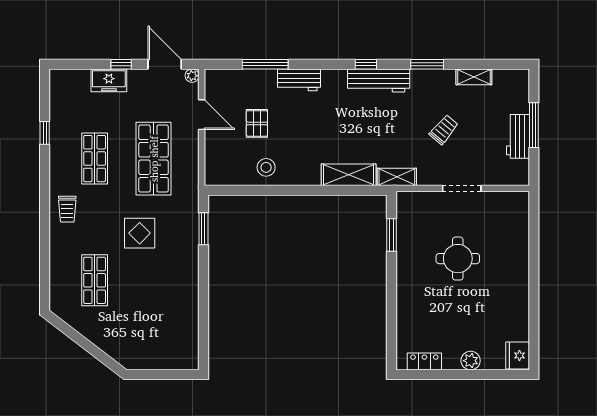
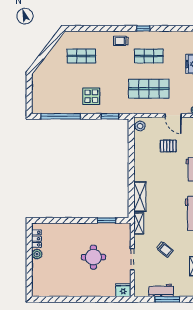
door: (202, 115) -> (173, 115), hinge flipped
window: (45, 133) -> (143, 28), moved
stool: (266, 167) -> (140, 126), moved
display table: (140, 233) -> (91, 96), moved
window: (203, 318) -> (61, 116), added
fridge: (518, 356) -> (123, 290), moved
plant: (471, 361) -> (37, 254), moved

